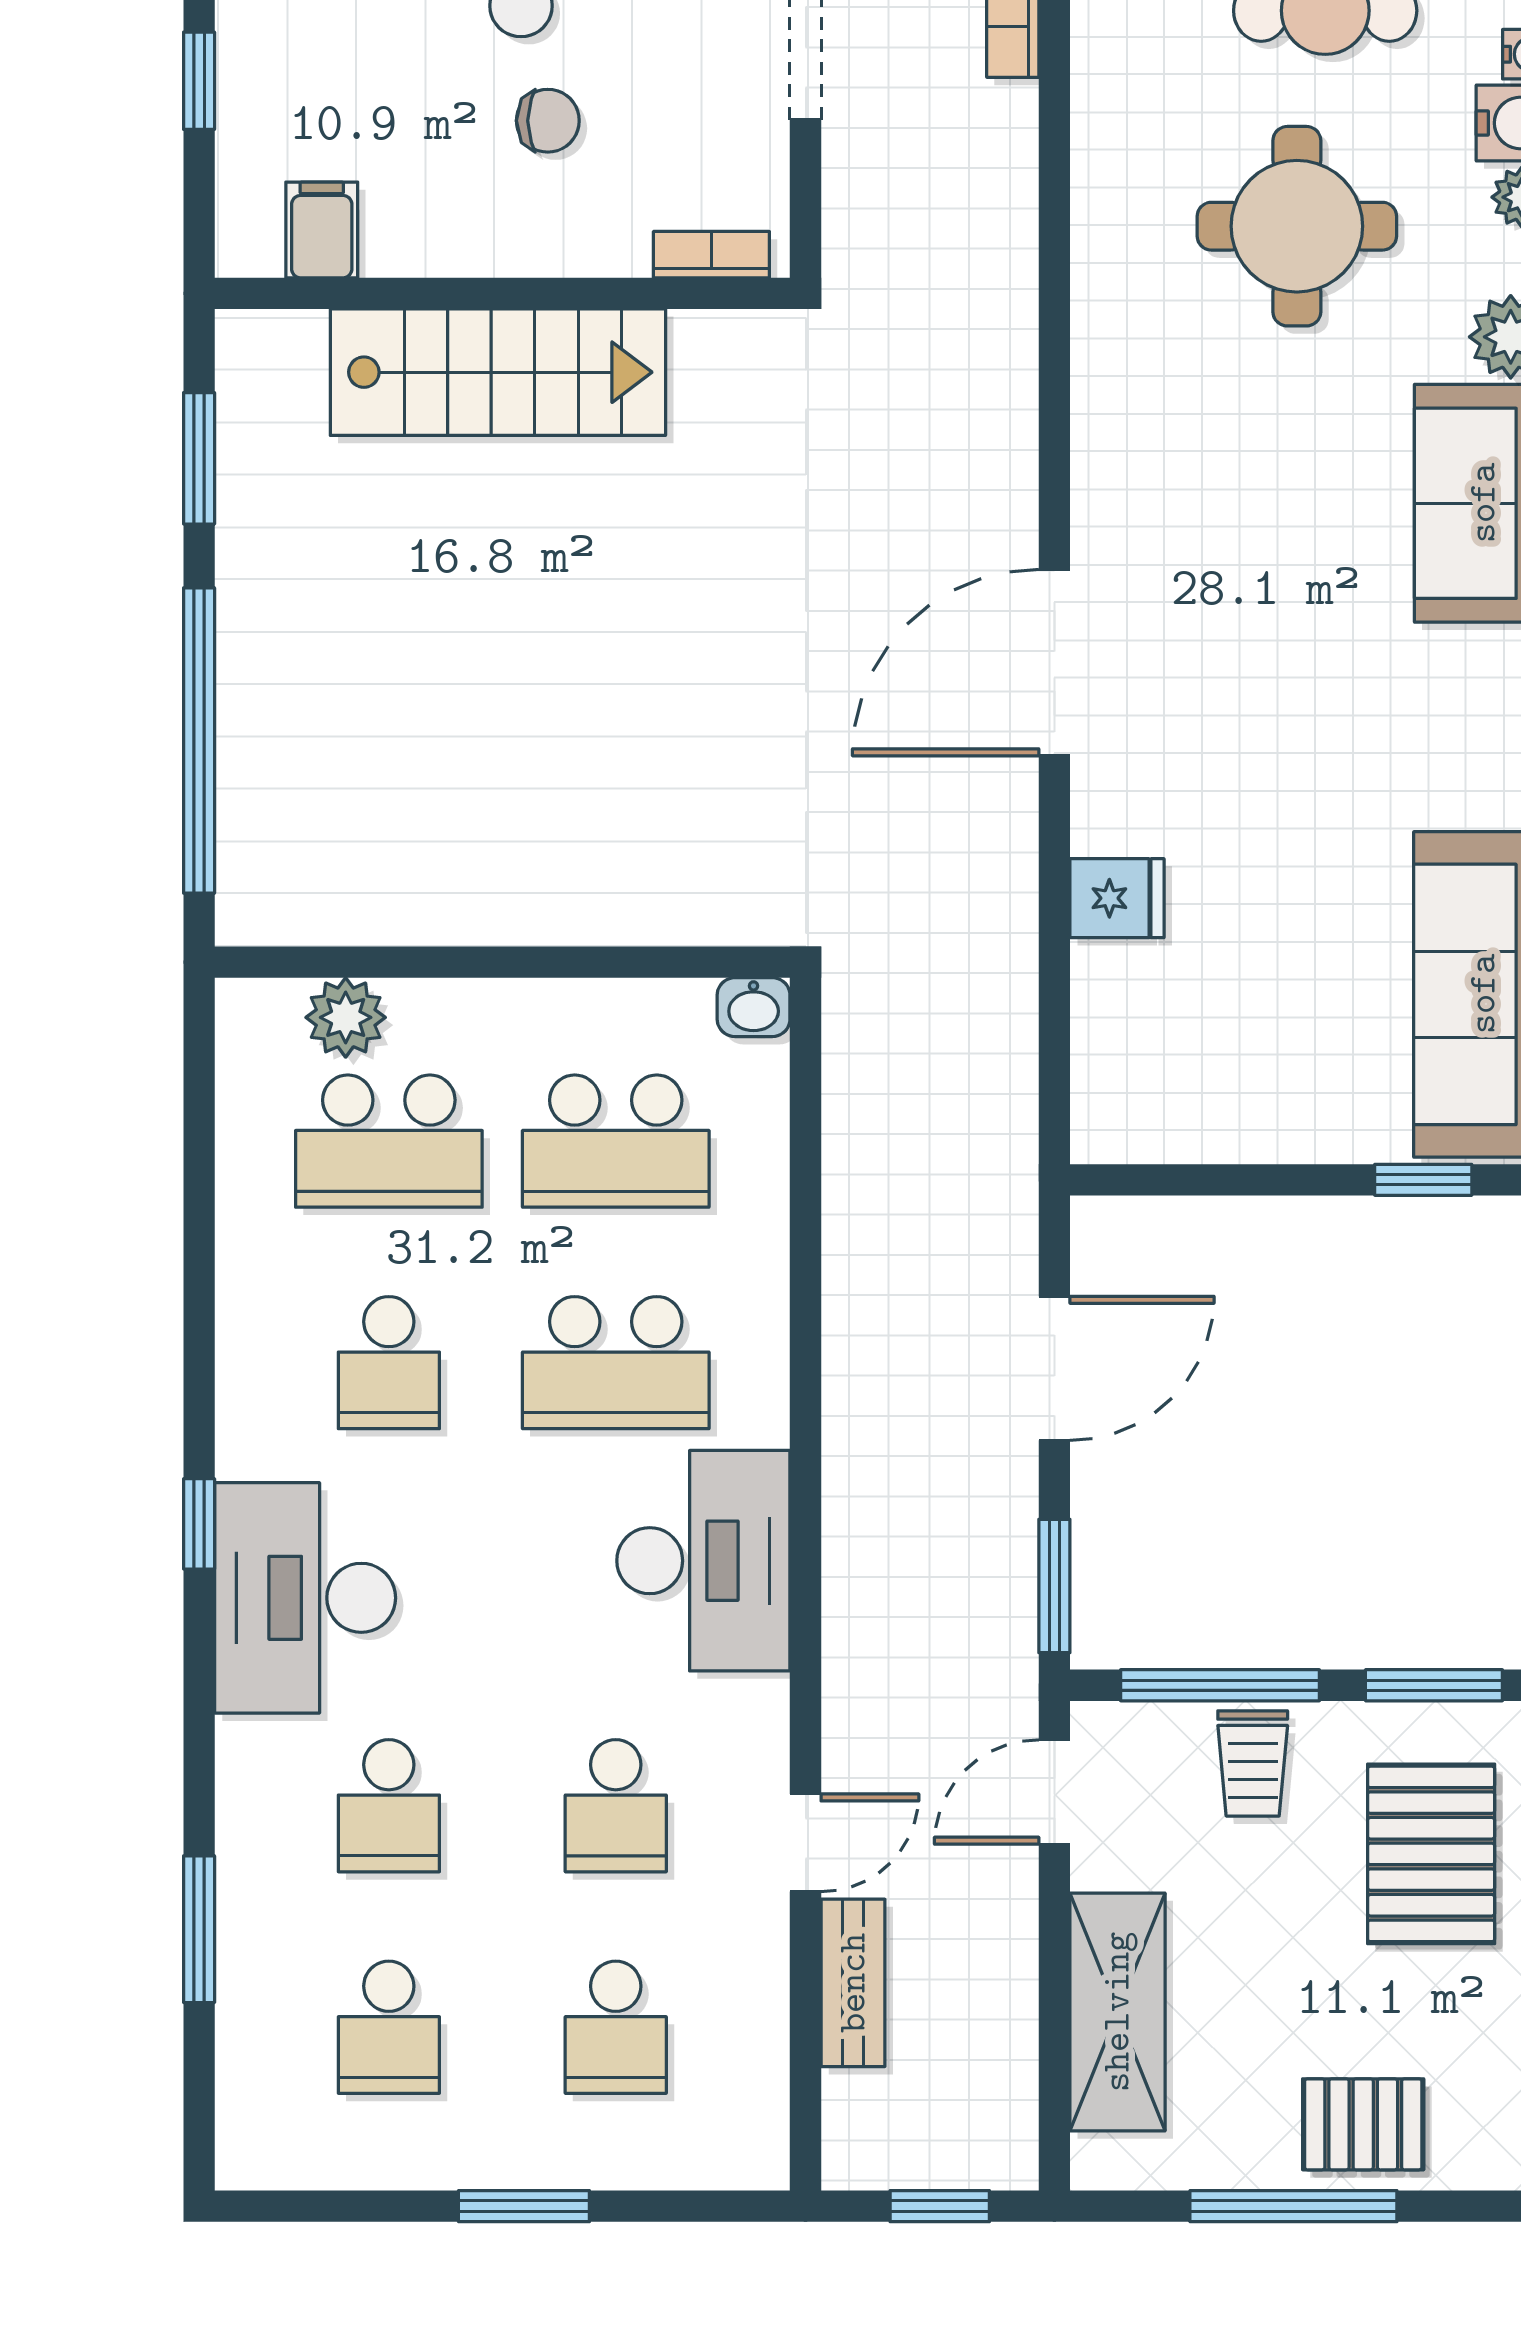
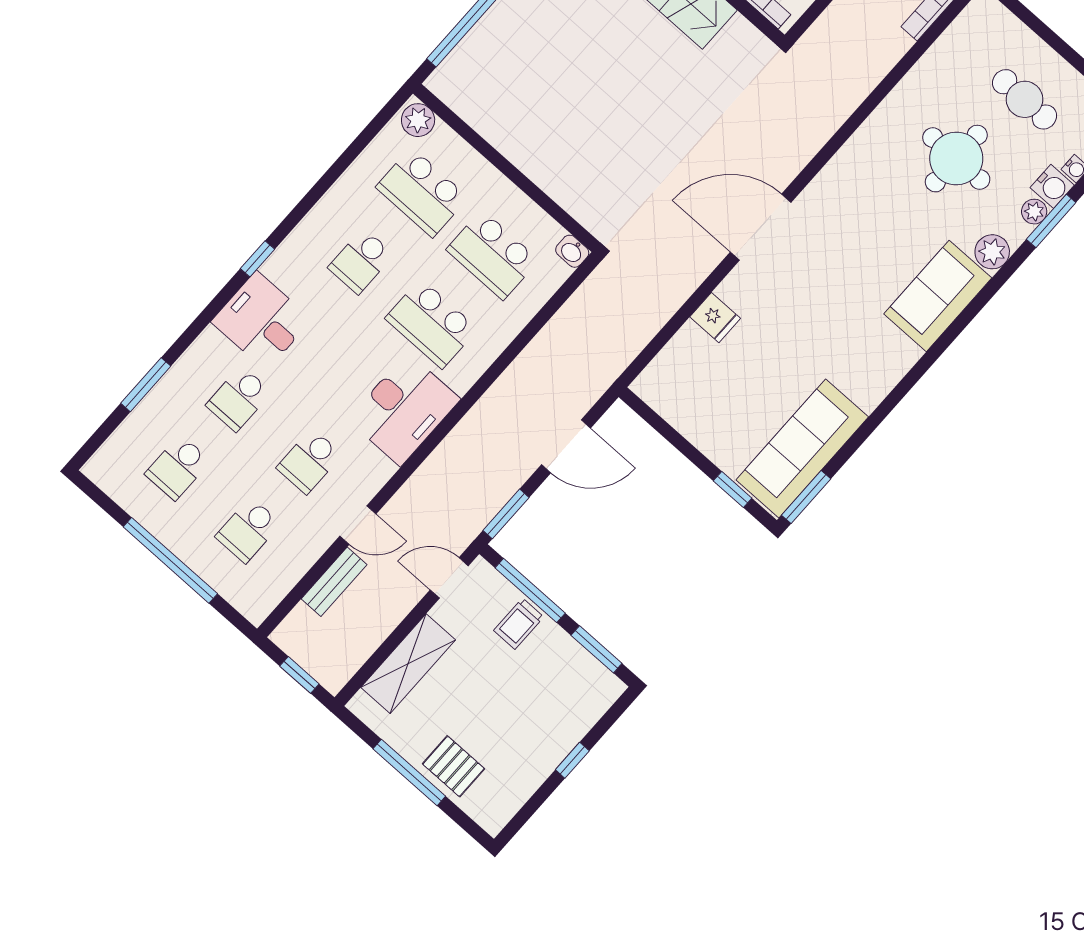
plant: (346, 1017) -> (418, 120), moved
desk: (305, 1598) -> (261, 321), width x0.73
pallet: (1431, 1854) -> (549, 701), removed
window: (524, 2206) -> (170, 560), width x2.11

